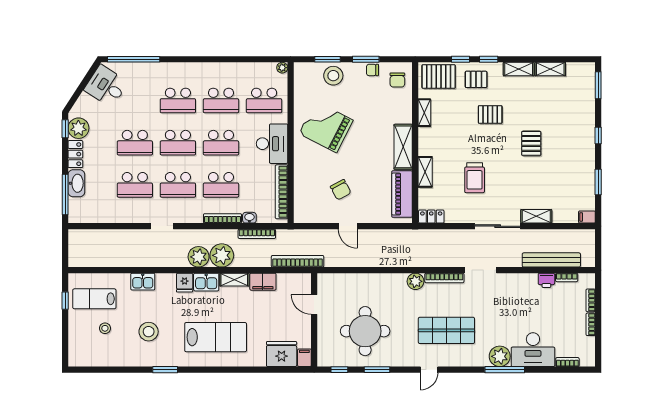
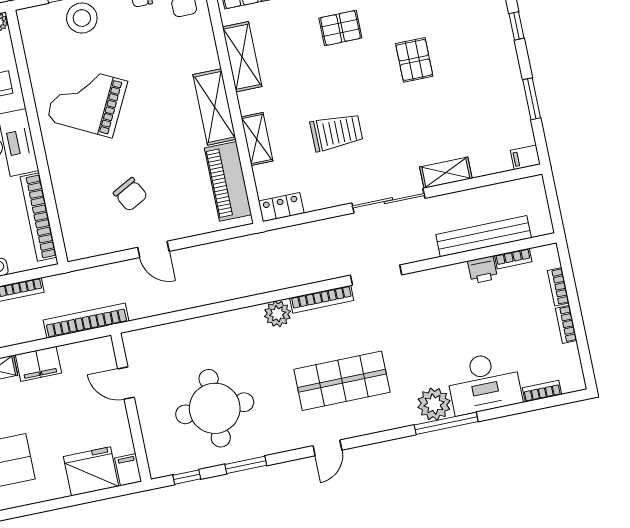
shelving: (424, 113) -> (242, 57), width x1.50, depth x1.33
trolley: (475, 178) -> (336, 132), turned -90

